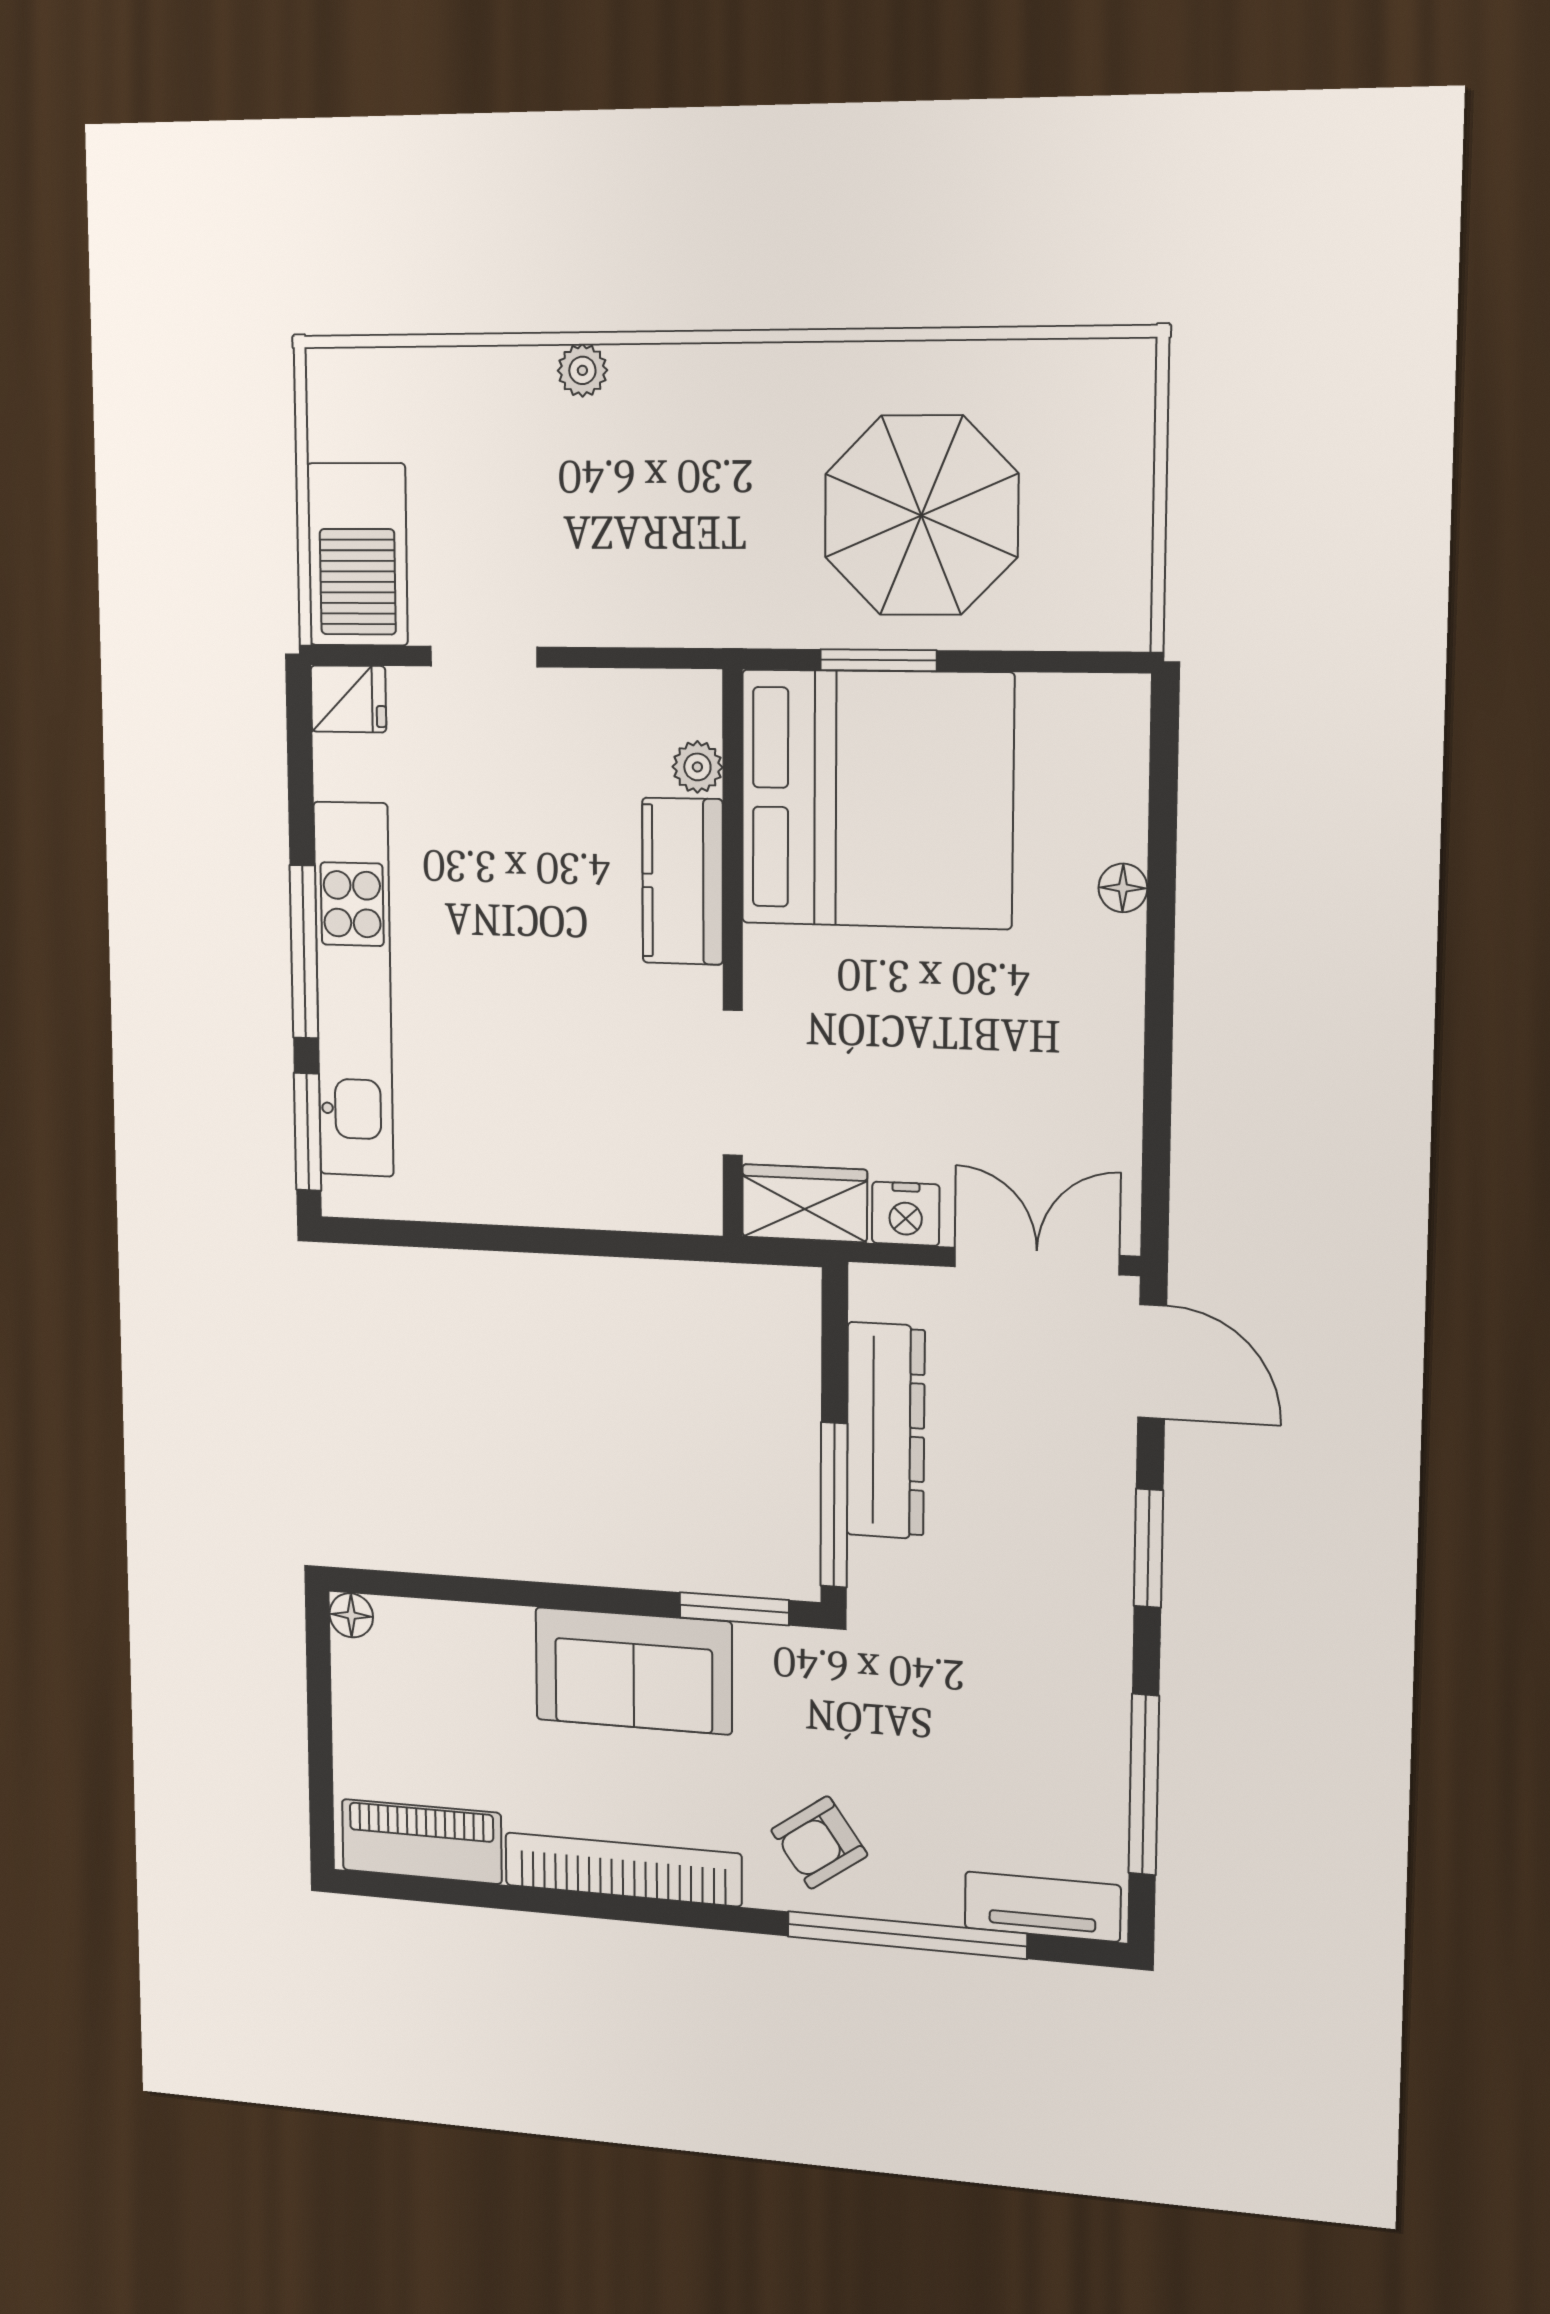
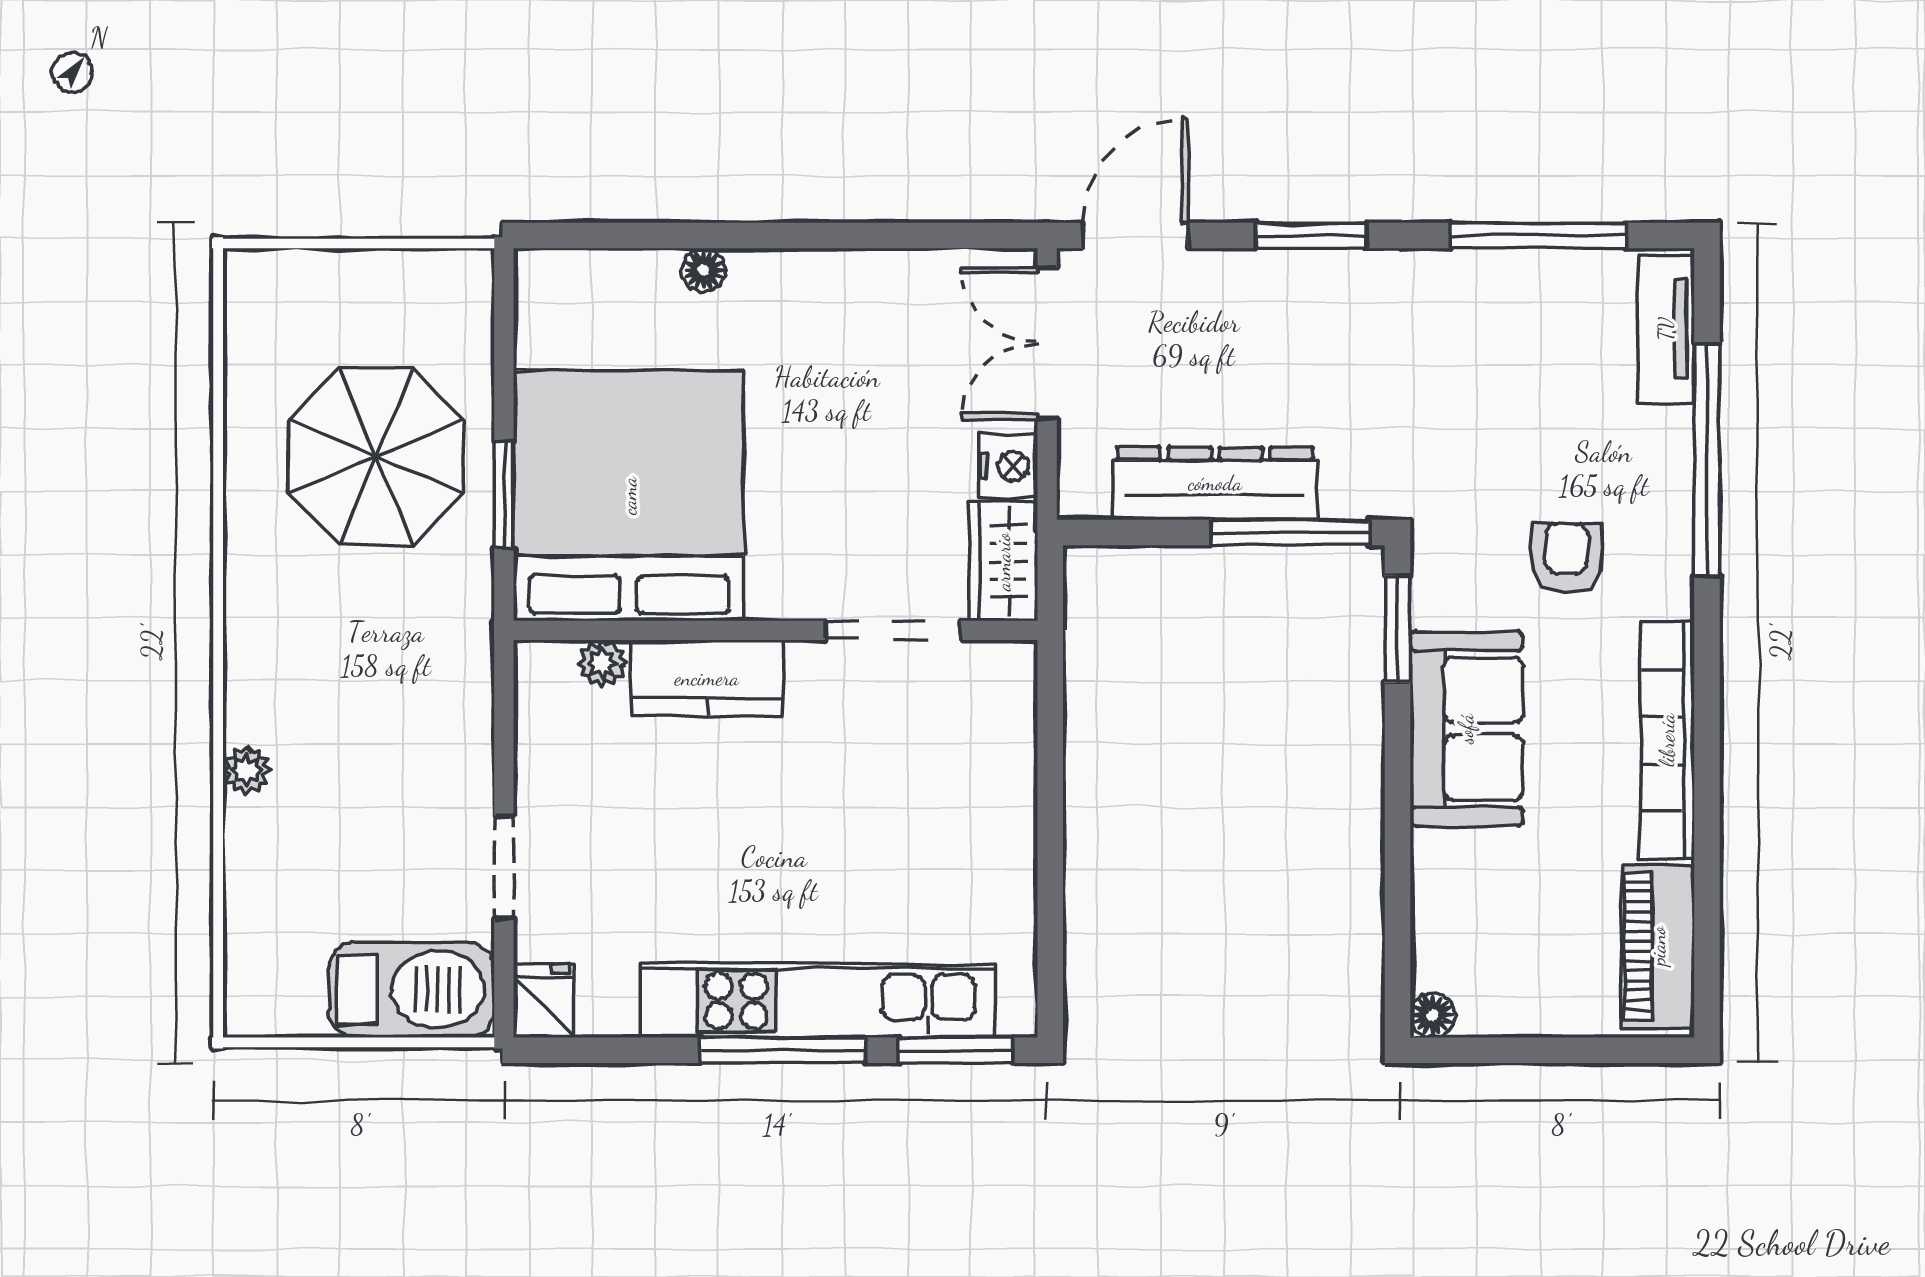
armchair: (819, 1843) -> (1566, 558), moved, turned -144

